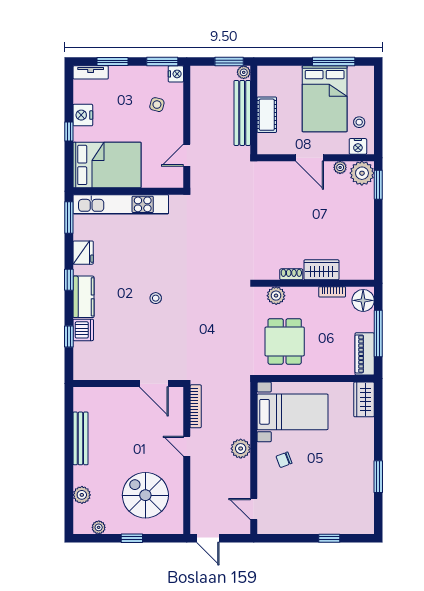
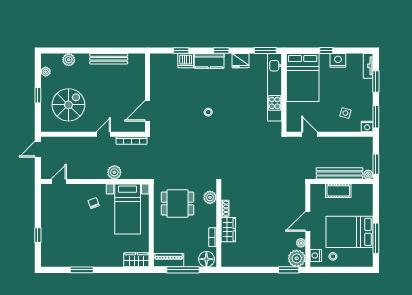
plant: (241, 449) -> (114, 172), moved

